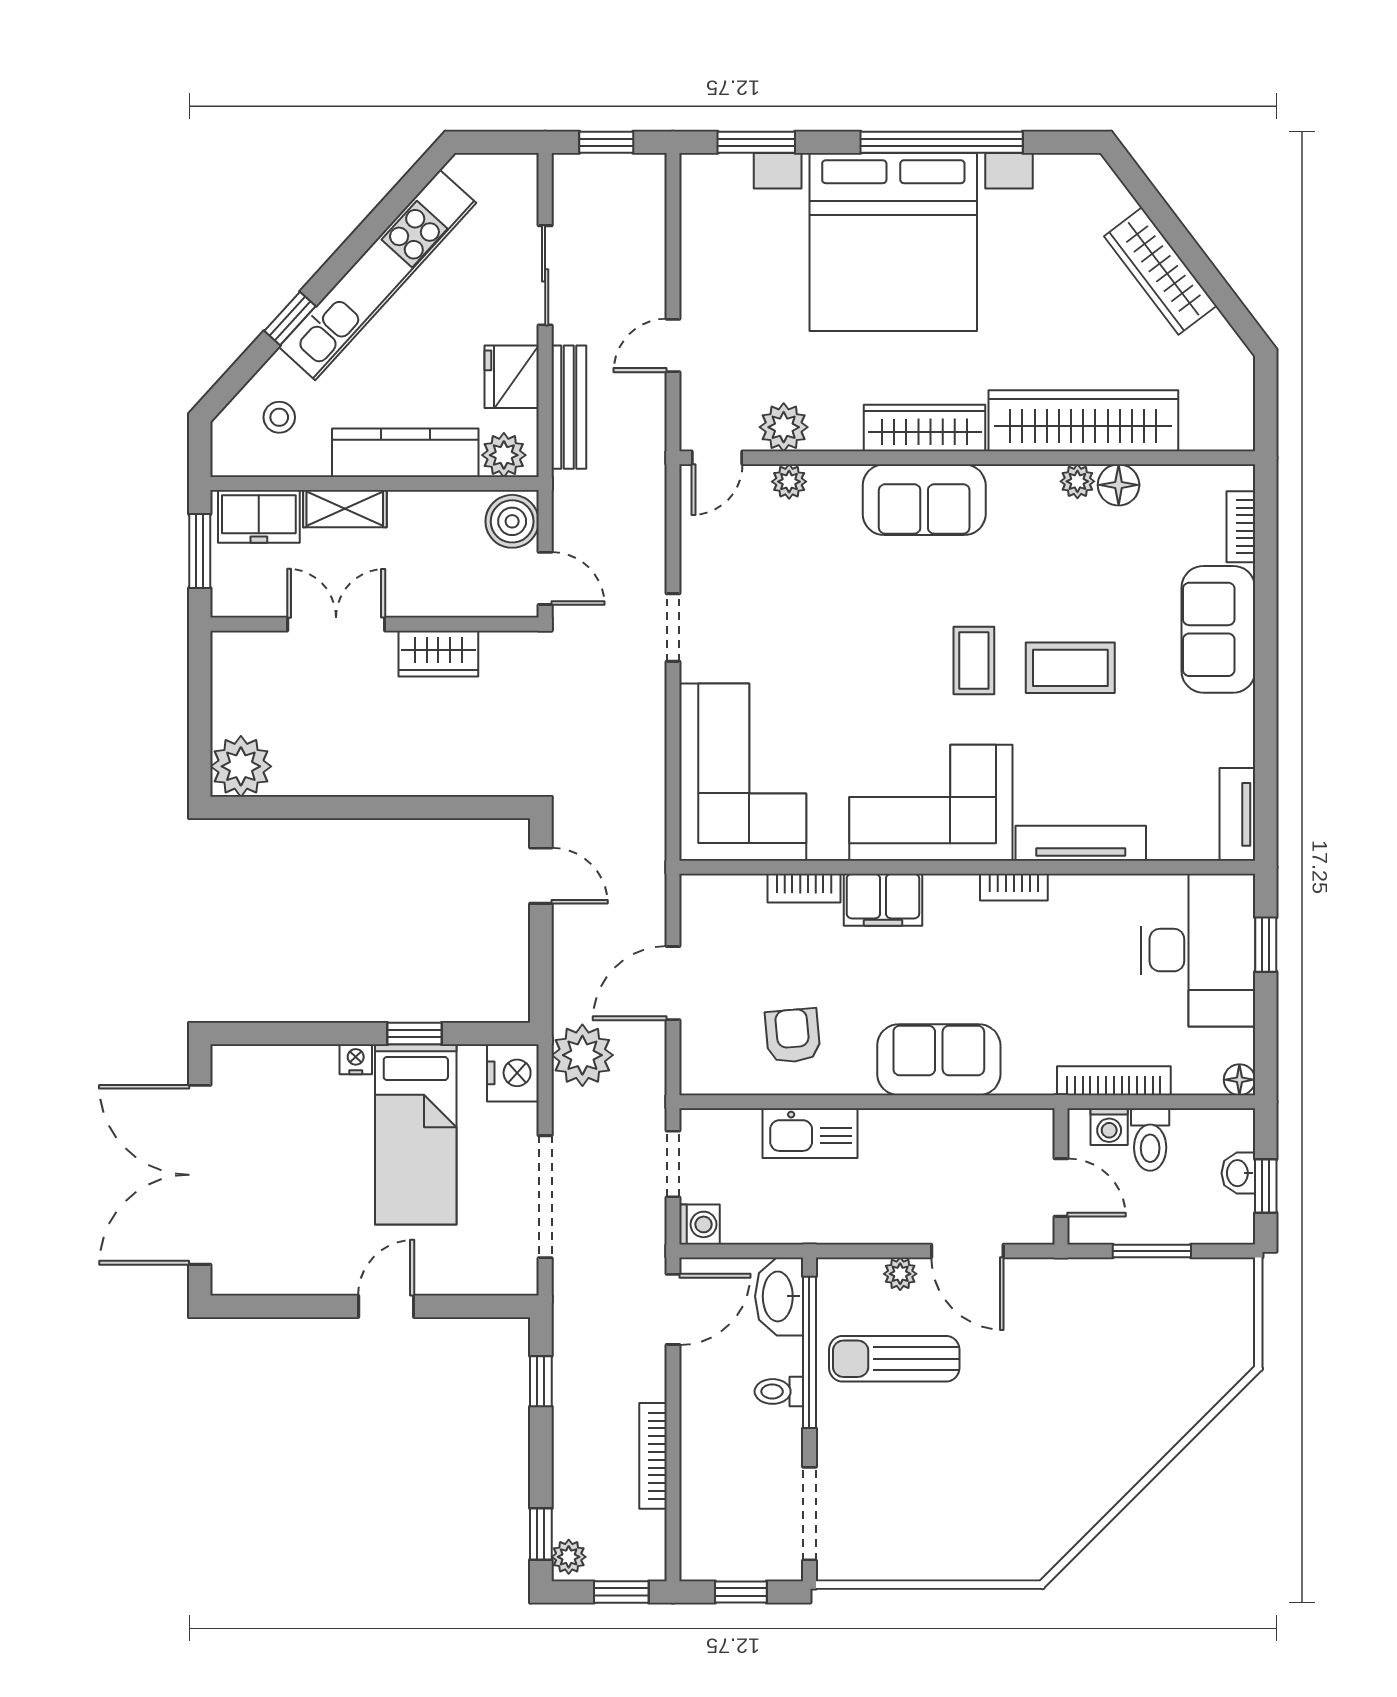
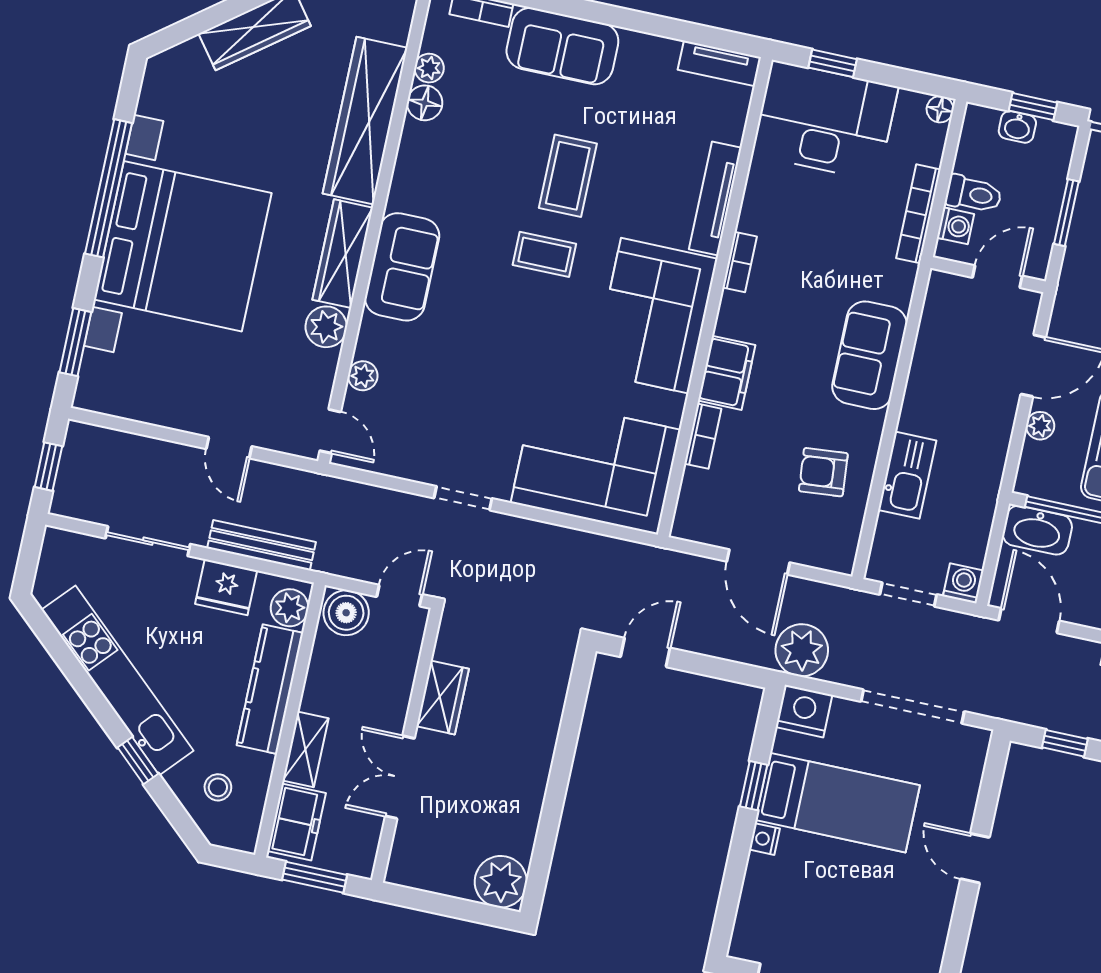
plant: (784, 427) -> (326, 327), moved
plant: (1077, 481) -> (429, 68), moved

